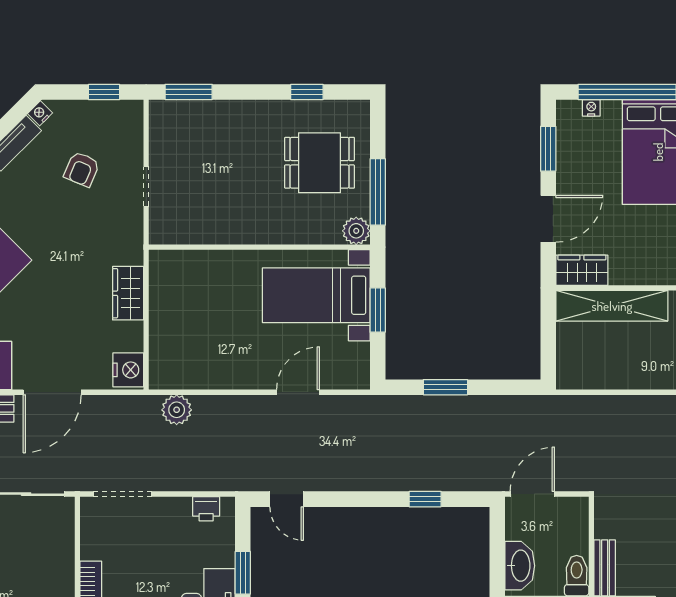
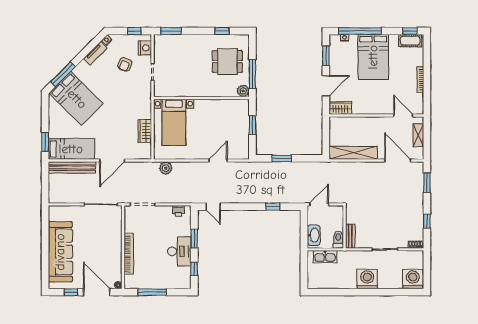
wardrobe: (128, 293) -> (145, 131), moved
bed with nightstands: (316, 295) -> (174, 122), moved, turned -90
shelving: (612, 306) -> (353, 153), moved
nightstand: (128, 370) -> (145, 48), moved

